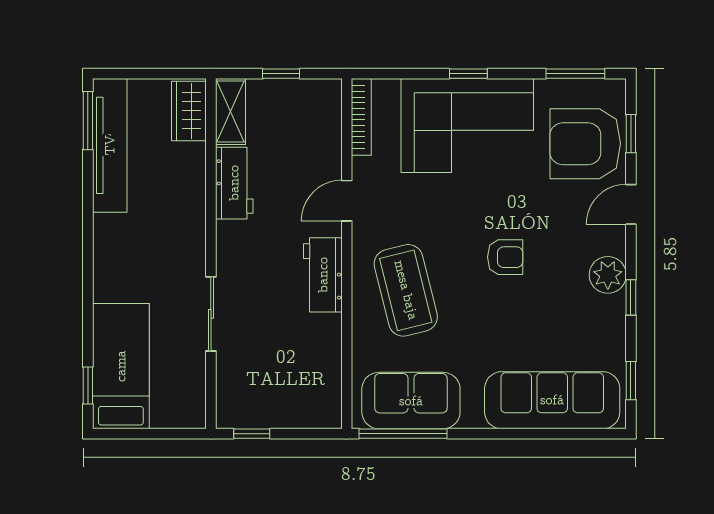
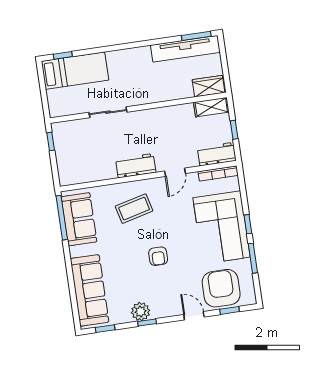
window: (575, 74) -> (253, 258), moved
workbench: (234, 183) -> (217, 154), moved, turned 180
door: (347, 201) -> (175, 172), swing flipped
plant: (608, 275) -> (141, 312), moved
coffee table: (406, 290) -> (134, 209), width x0.73, depth x0.76

